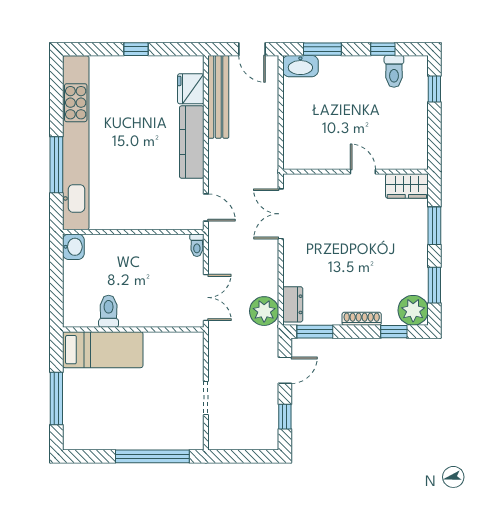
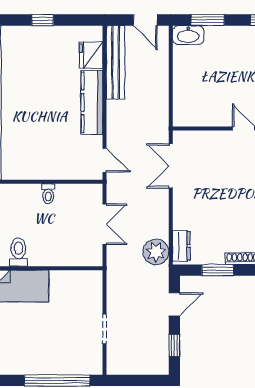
toilet: (197, 245) -> (48, 194), moved
double door: (206, 297) -> (105, 224), moved
window: (315, 332) -> (218, 270), moved

